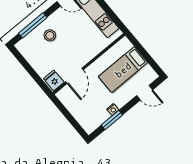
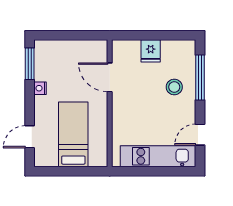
fridge: (54, 80) -> (151, 51), moved, turned 90
window: (112, 120) -> (30, 64), moved

